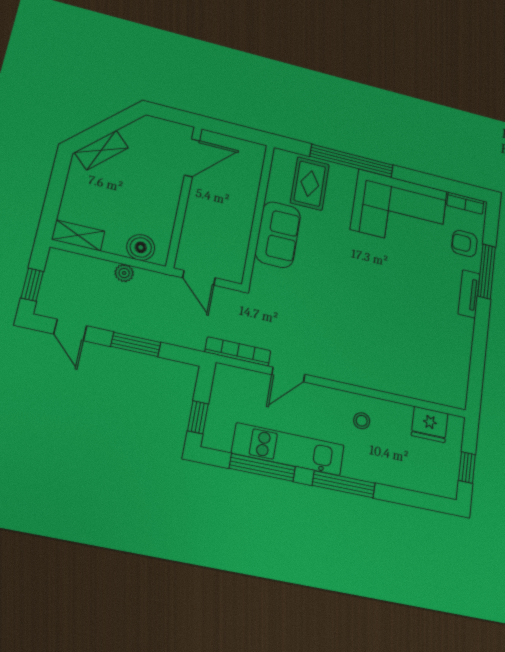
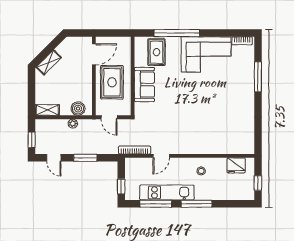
rug: (217, 216) -> (112, 82), added
armchair: (464, 243) -> (244, 64), removed
tv unit: (469, 294) -> (249, 92), removed

